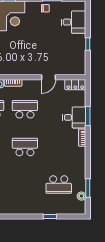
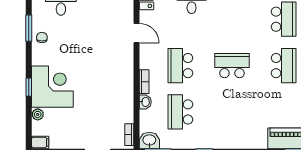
school desk: (25, 147) -> (232, 66), turned 90
school desk: (25, 185) -> (284, 66), added

